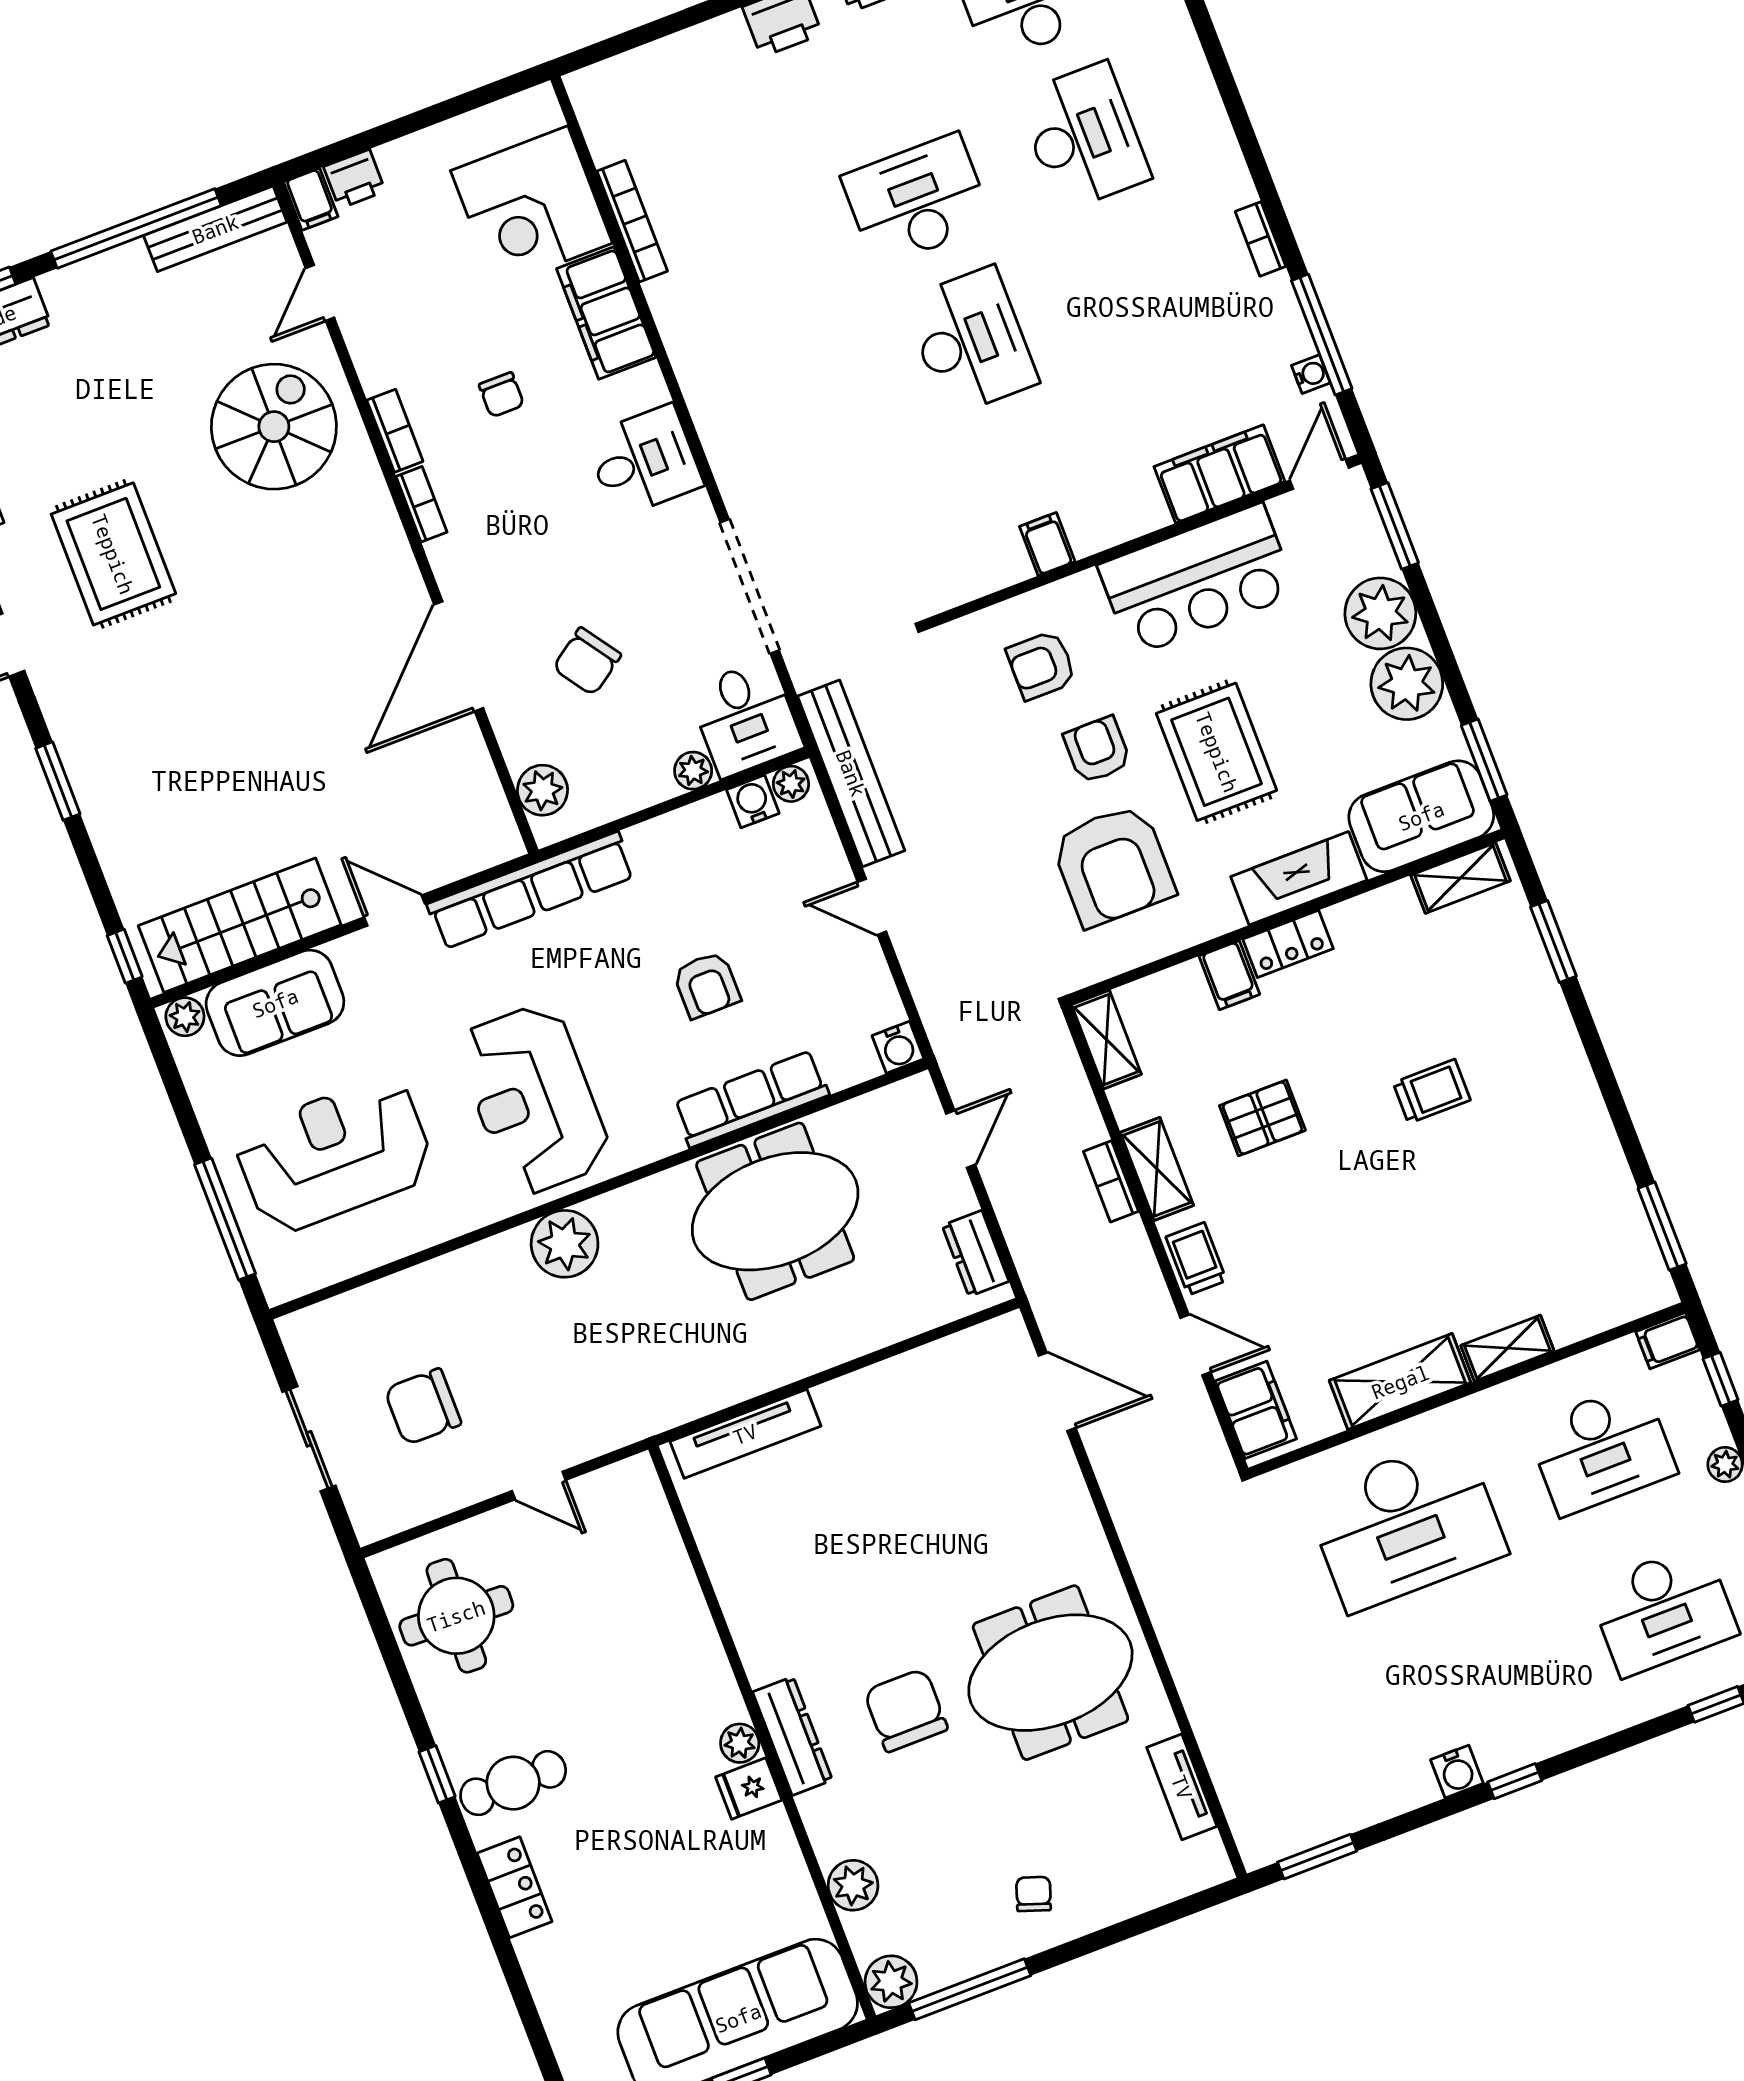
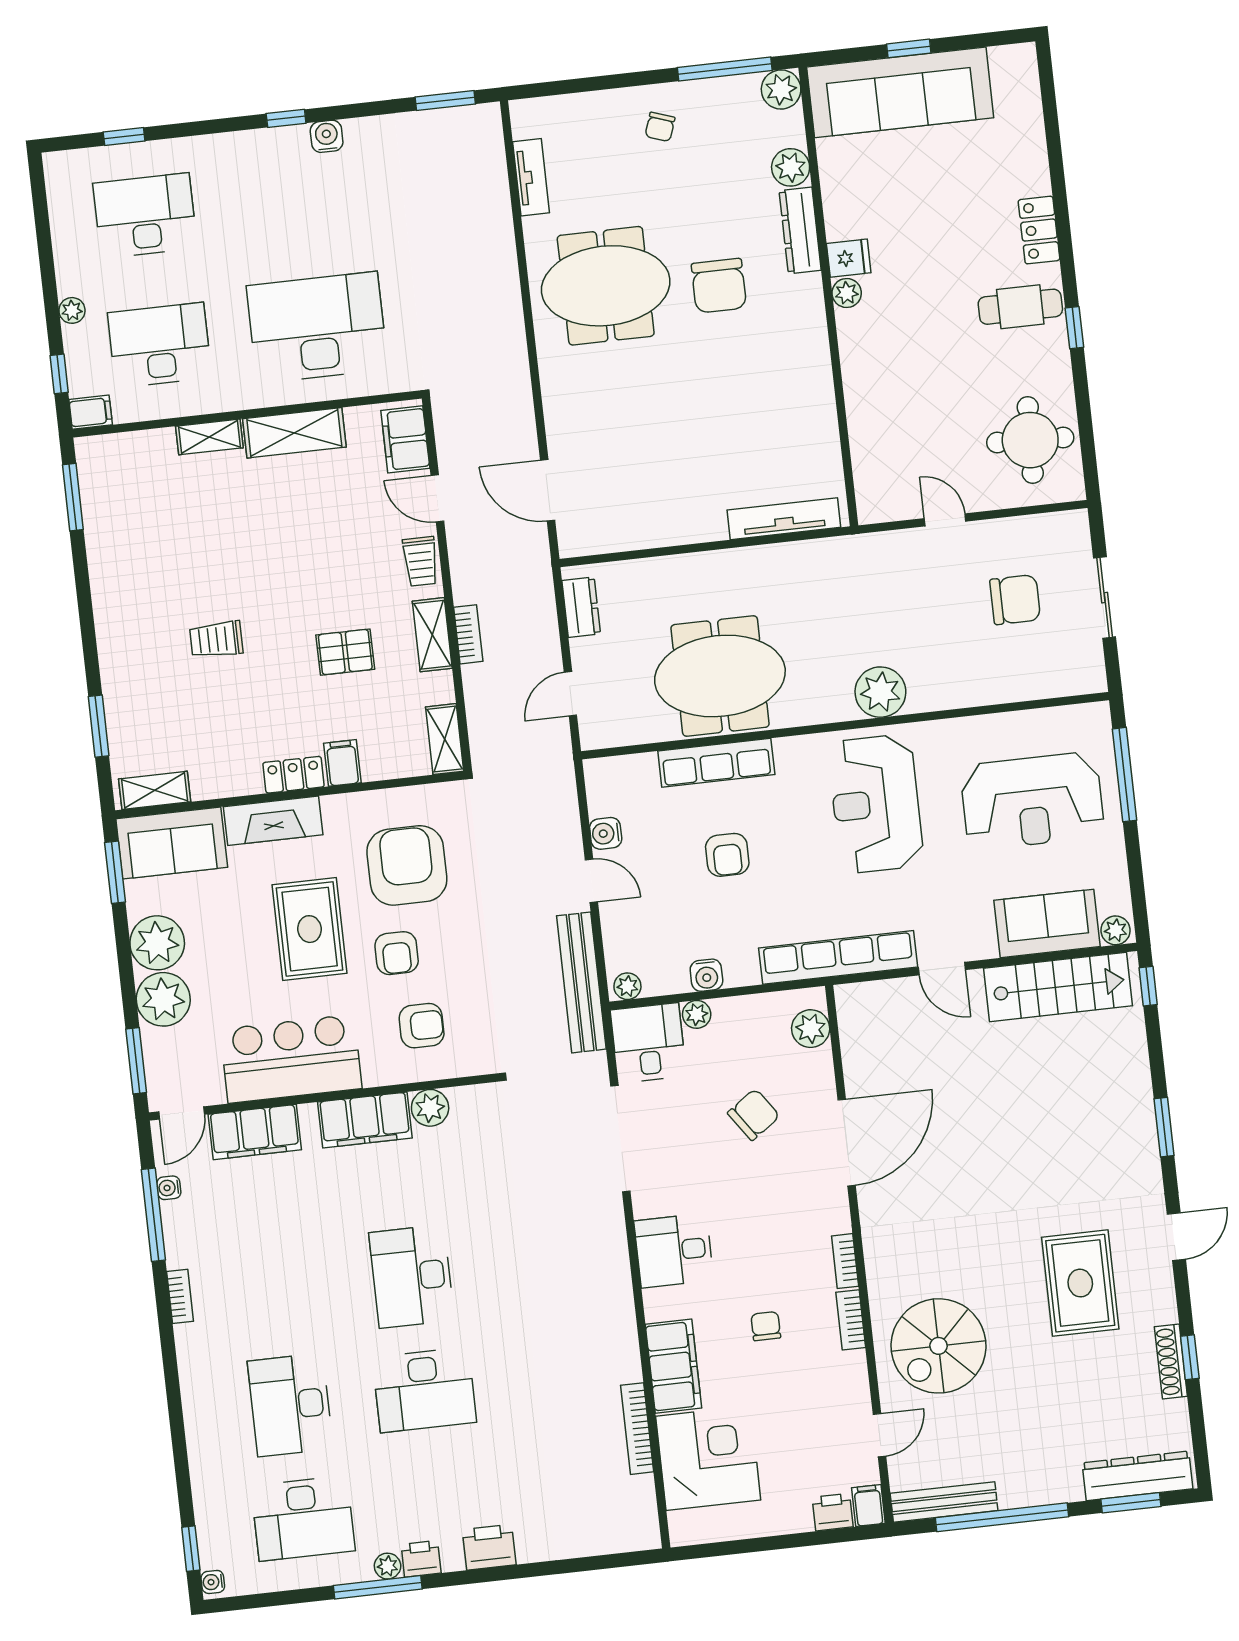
filing cabinet: (1047, 544) -> (365, 1120), width x3.00, depth x1.17
plant: (1003, 563) -> (430, 1108), added
water cooler: (753, 801) -> (706, 975), moved
armchair: (707, 985) -> (727, 855), turned 180
water cooler: (898, 1047) -> (606, 833), moved, turned -90
reception desk: (534, 1099) -> (876, 804), turned 180
dresser: (793, 1736) -> (800, 230), moved

